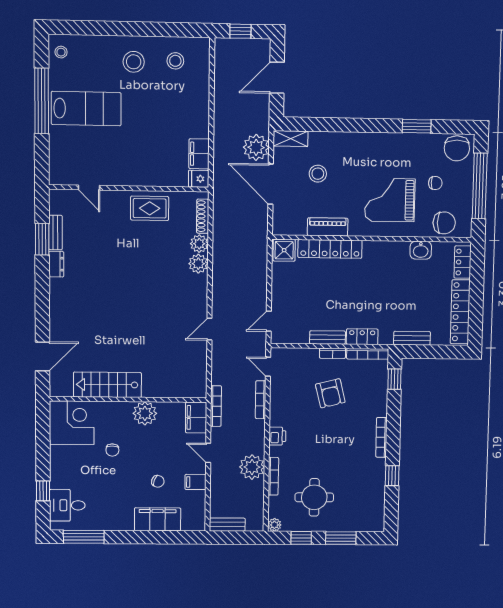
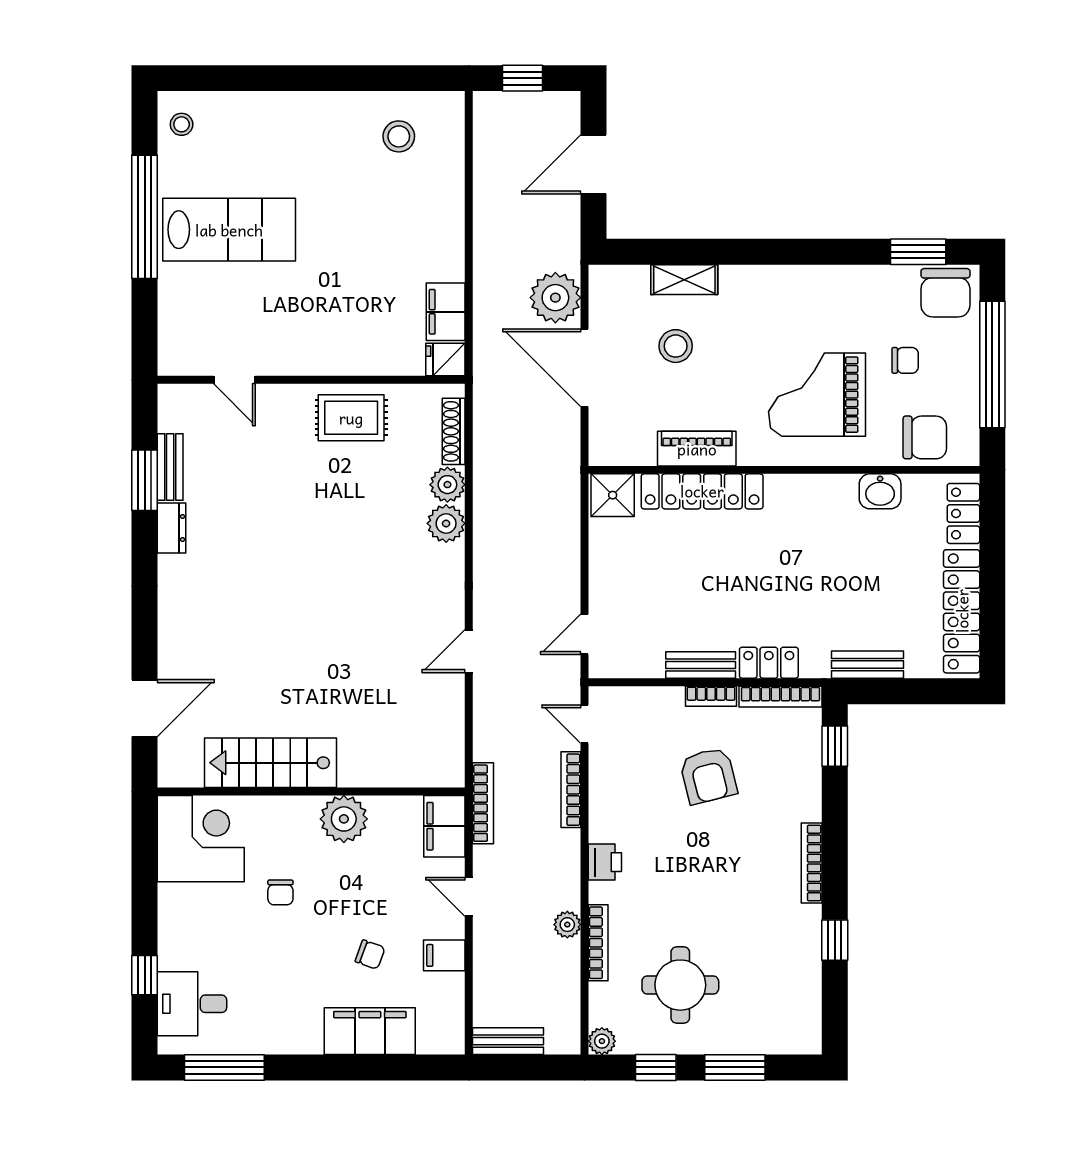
stool: (134, 62) -> (319, 140), removed
window: (417, 126) -> (918, 252), moved
shelving: (291, 139) -> (684, 280), moved
plant: (252, 467) -> (567, 925), width x0.53, depth x0.53

